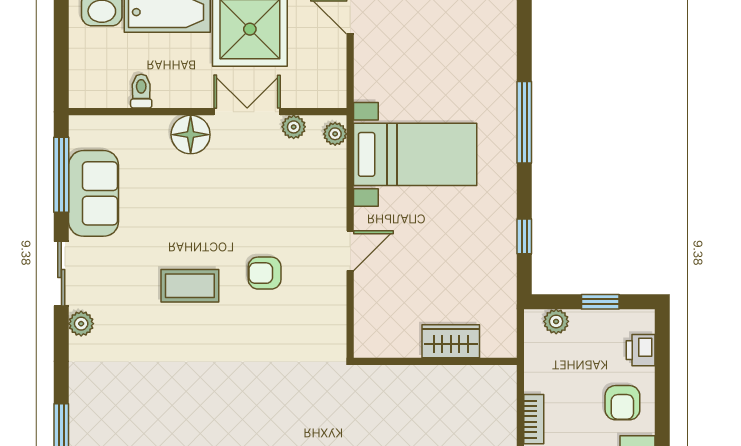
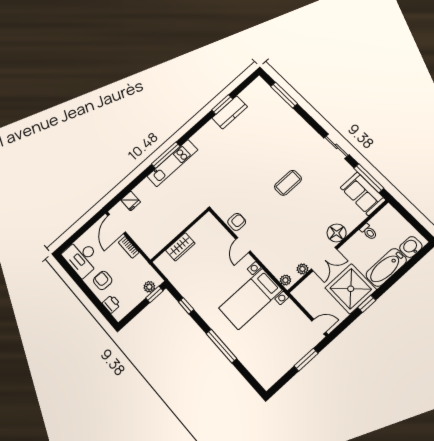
sofa: (94, 193) -> (363, 194), moved
armchair: (265, 273) -> (237, 222), moved
window: (600, 302) -> (154, 294), moved
plant: (81, 324) -> (314, 137), removed

